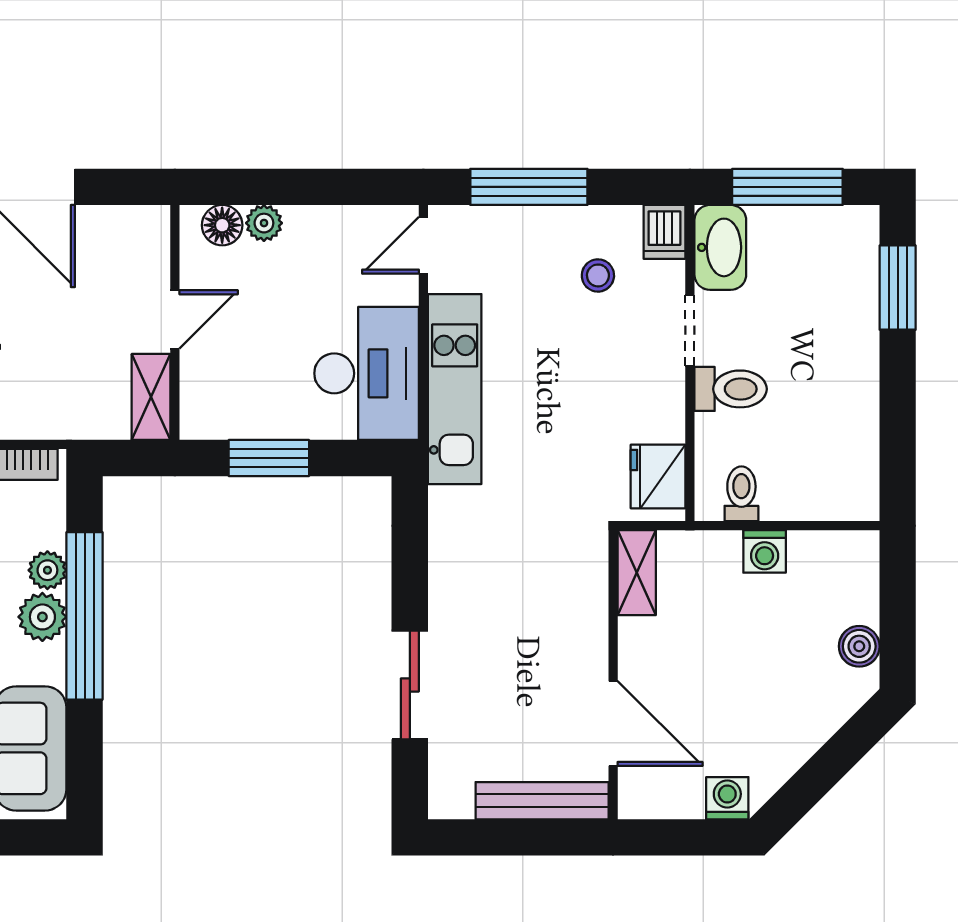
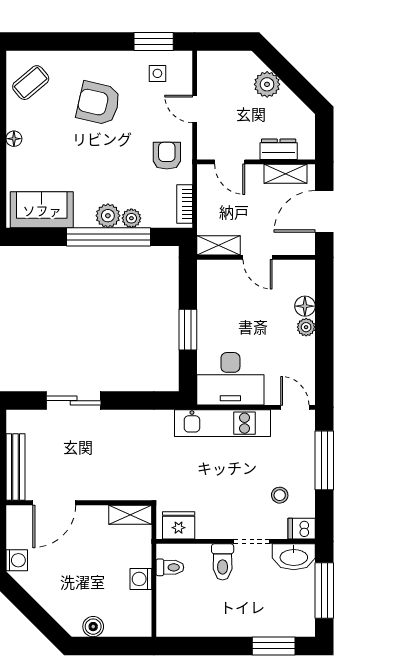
door: (175, 319) -> (258, 257), moved
wall: (175, 322) -> (256, 257), moved
shelving: (151, 397) -> (219, 245), moved

